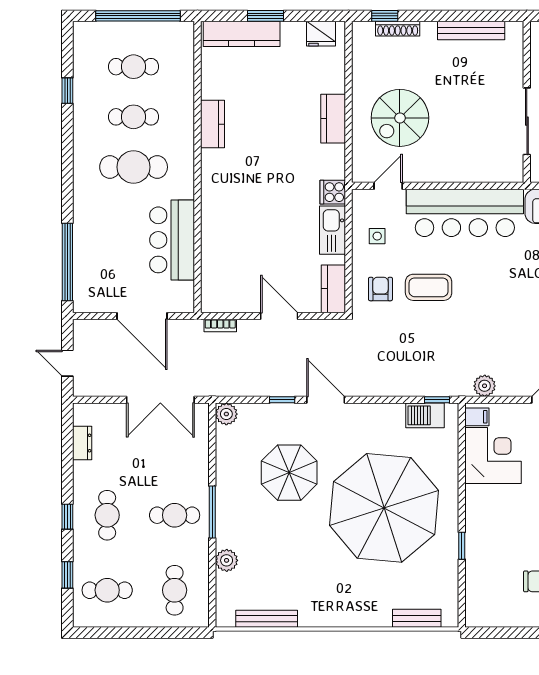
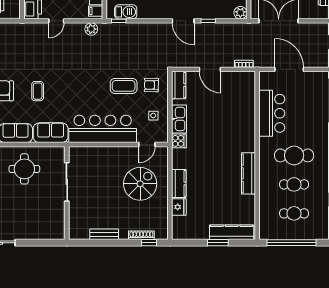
bench: (471, 31) -> (104, 234), width x0.73
fridge: (321, 34) -> (179, 207), moved, turned 90
kitchen counter: (213, 124) -> (248, 173), width x1.50
armchair: (380, 289) -> (151, 85), turned 91

